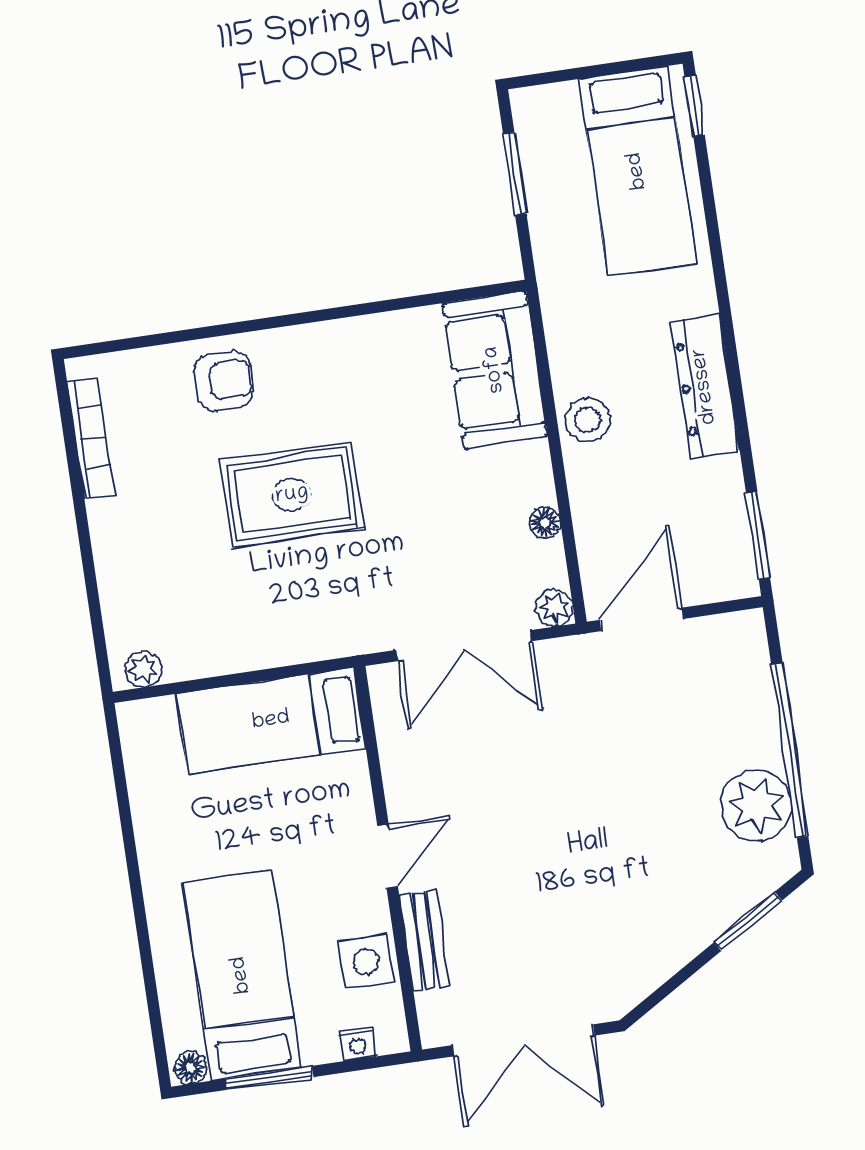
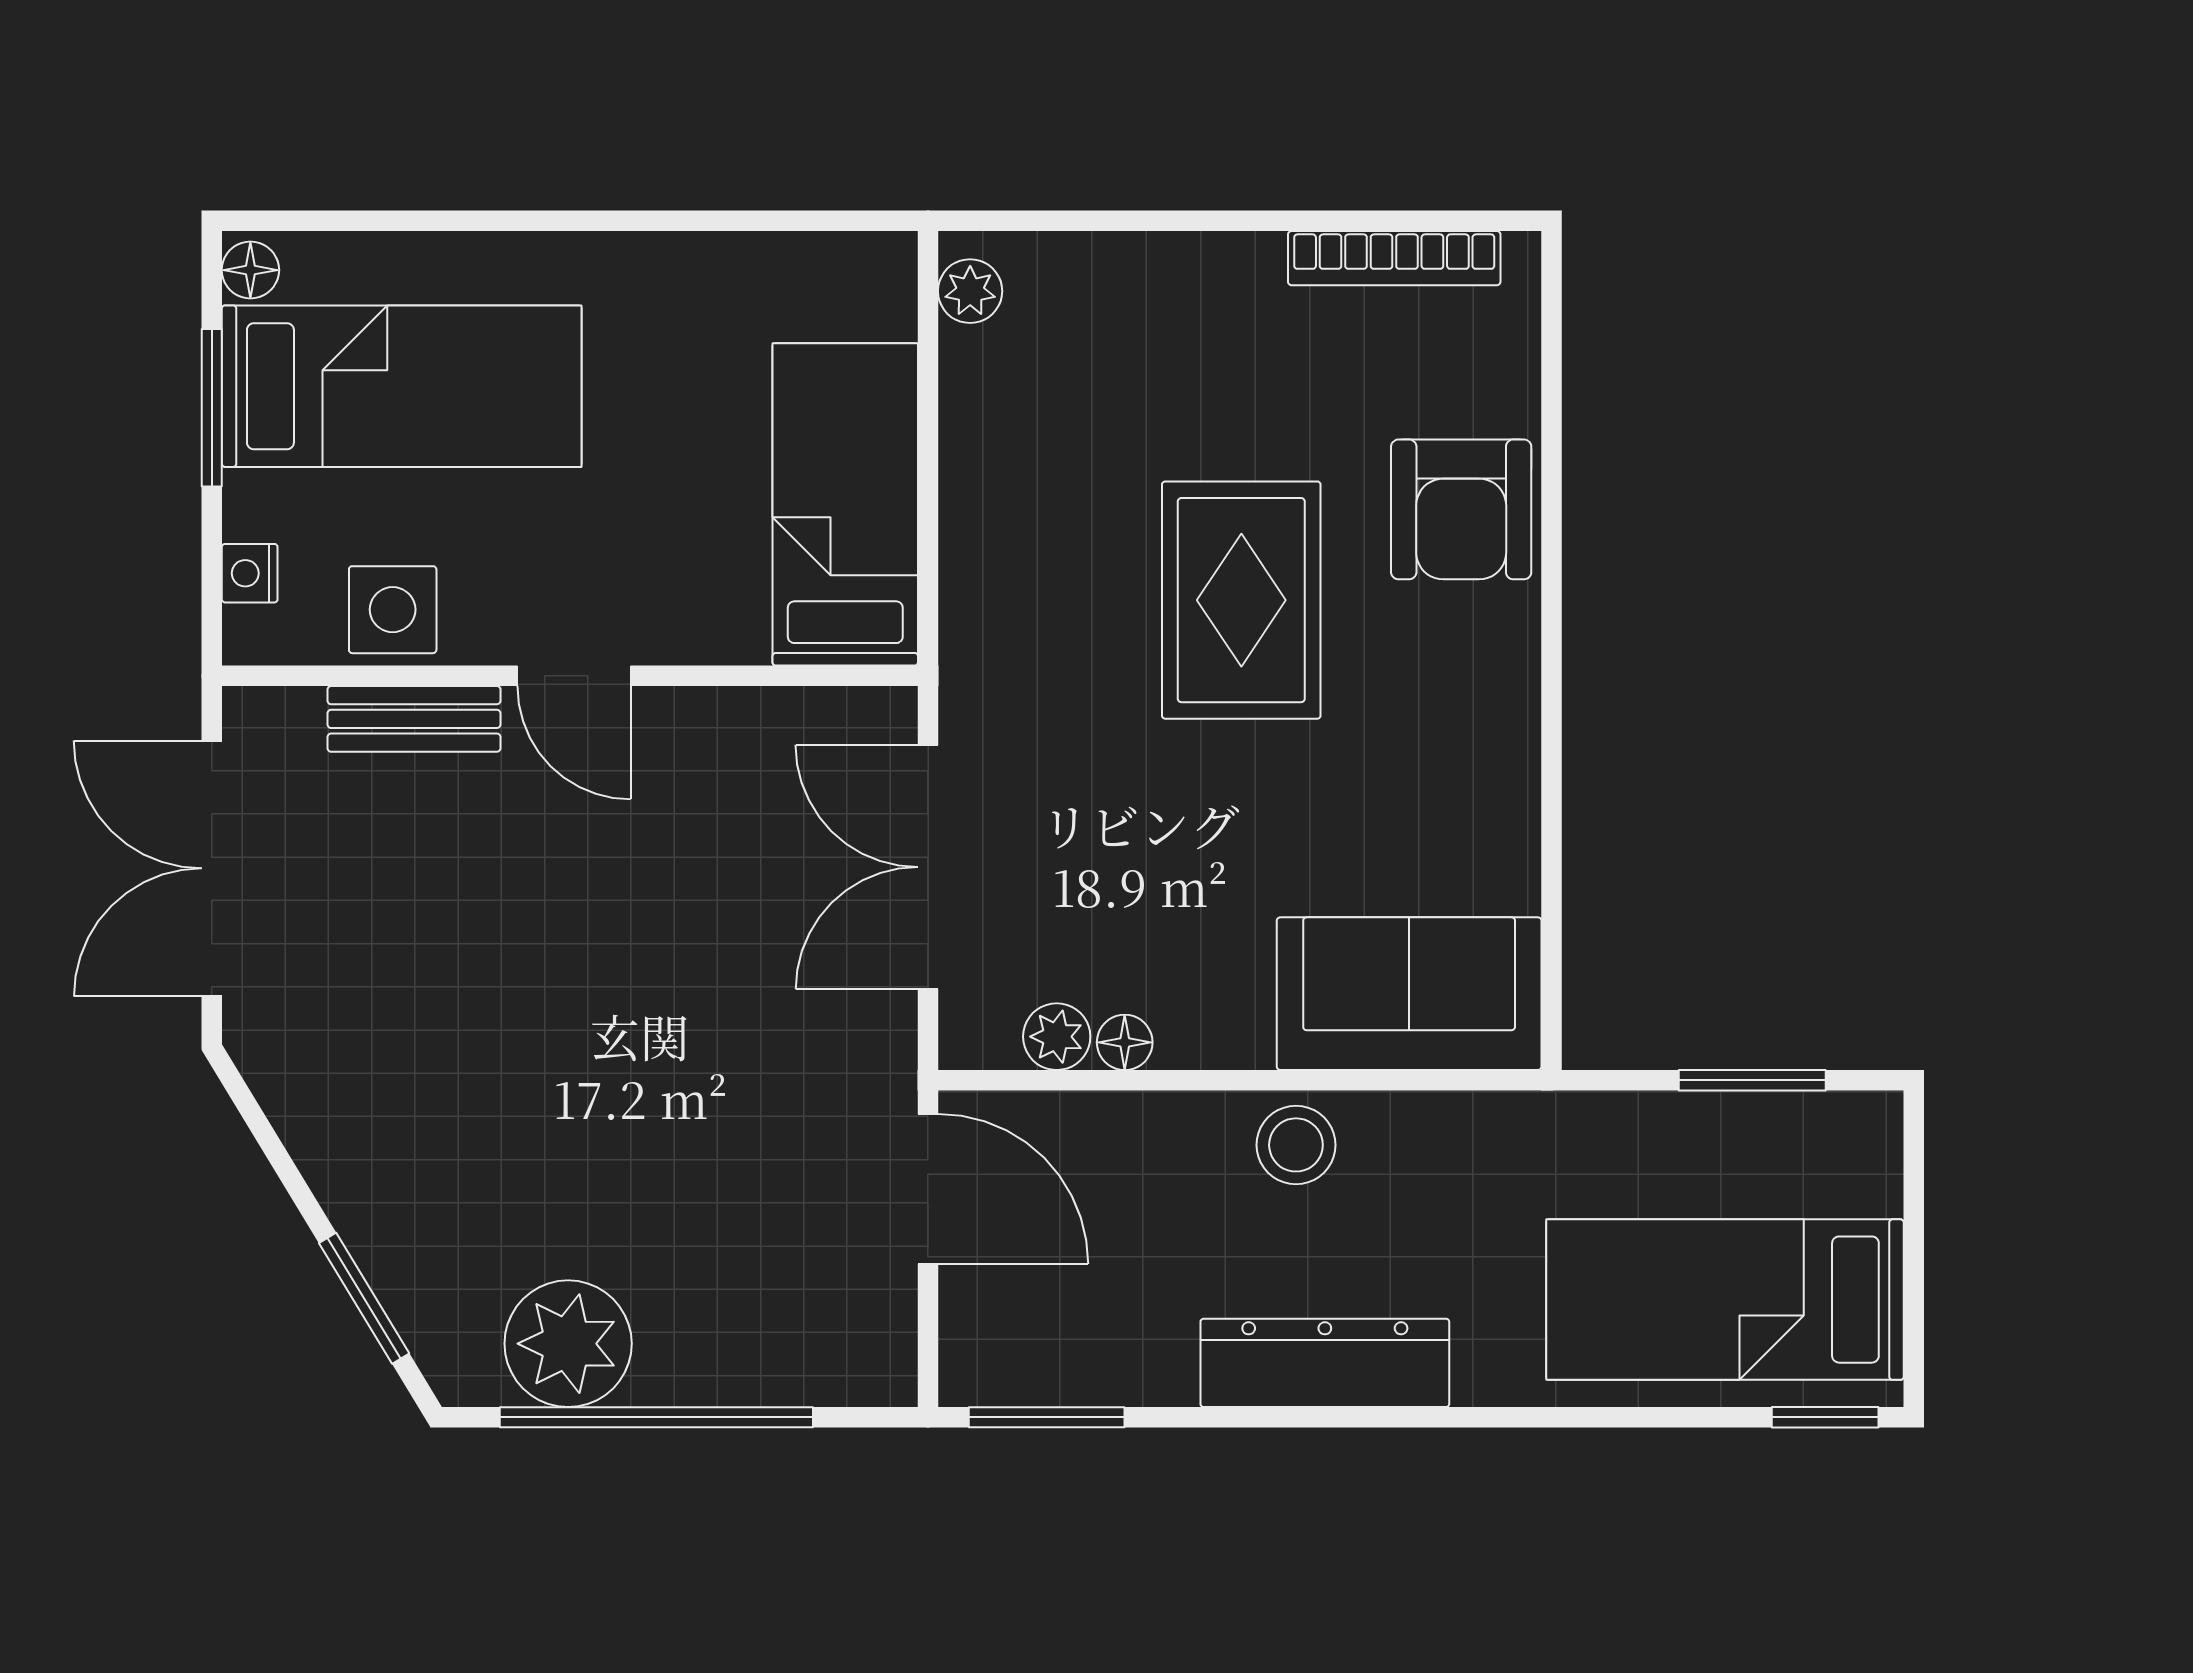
armchair: (224, 381) -> (1461, 509), width x1.38, depth x1.38
plant: (554, 608) -> (1057, 1037), moved

